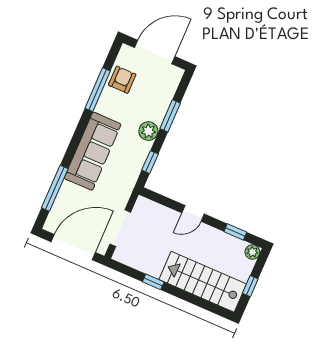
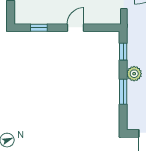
plant: (252, 252) -> (20, 18), removed

